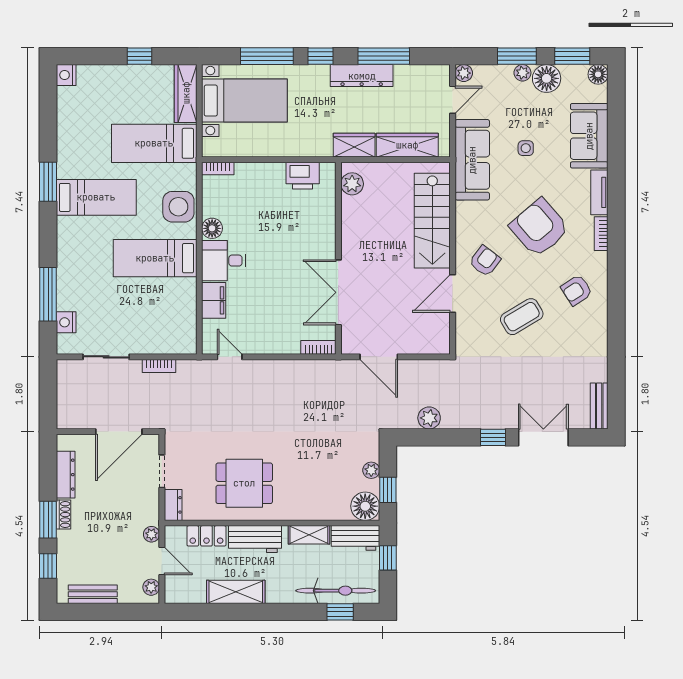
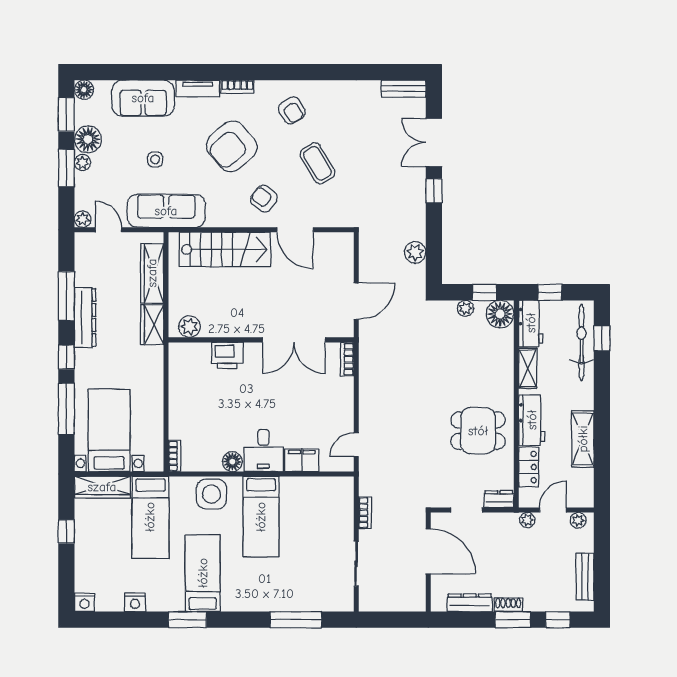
printer: (303, 176) -> (227, 355), moved, turned 90
nightstand: (66, 322) -> (135, 602), moved
dining table: (244, 483) -> (478, 431), turned 90

